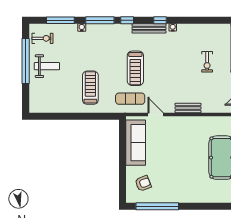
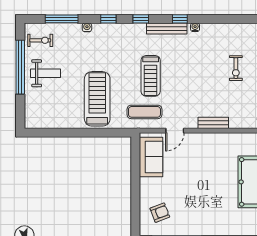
window: (100, 20) -> (108, 19), width x0.46
treadmill: (90, 88) -> (97, 99), width x1.37, depth x1.38
door: (156, 114) -> (175, 131), swing flipped
sofa: (136, 143) -> (151, 157), width x0.73

